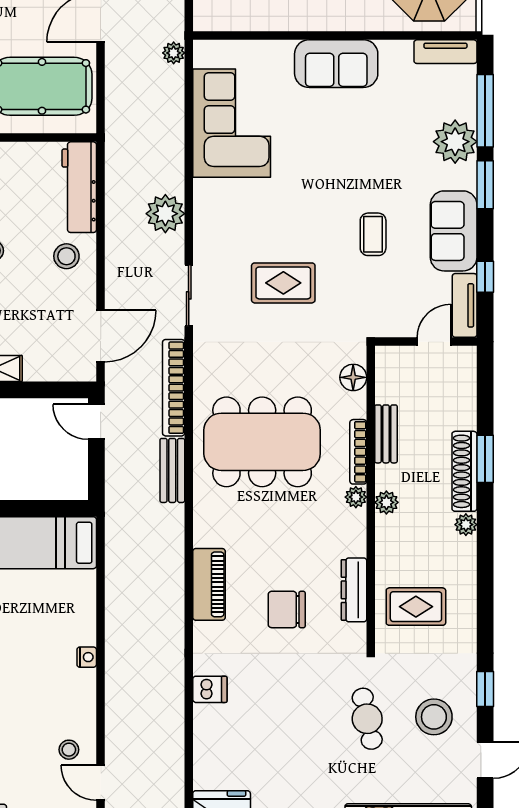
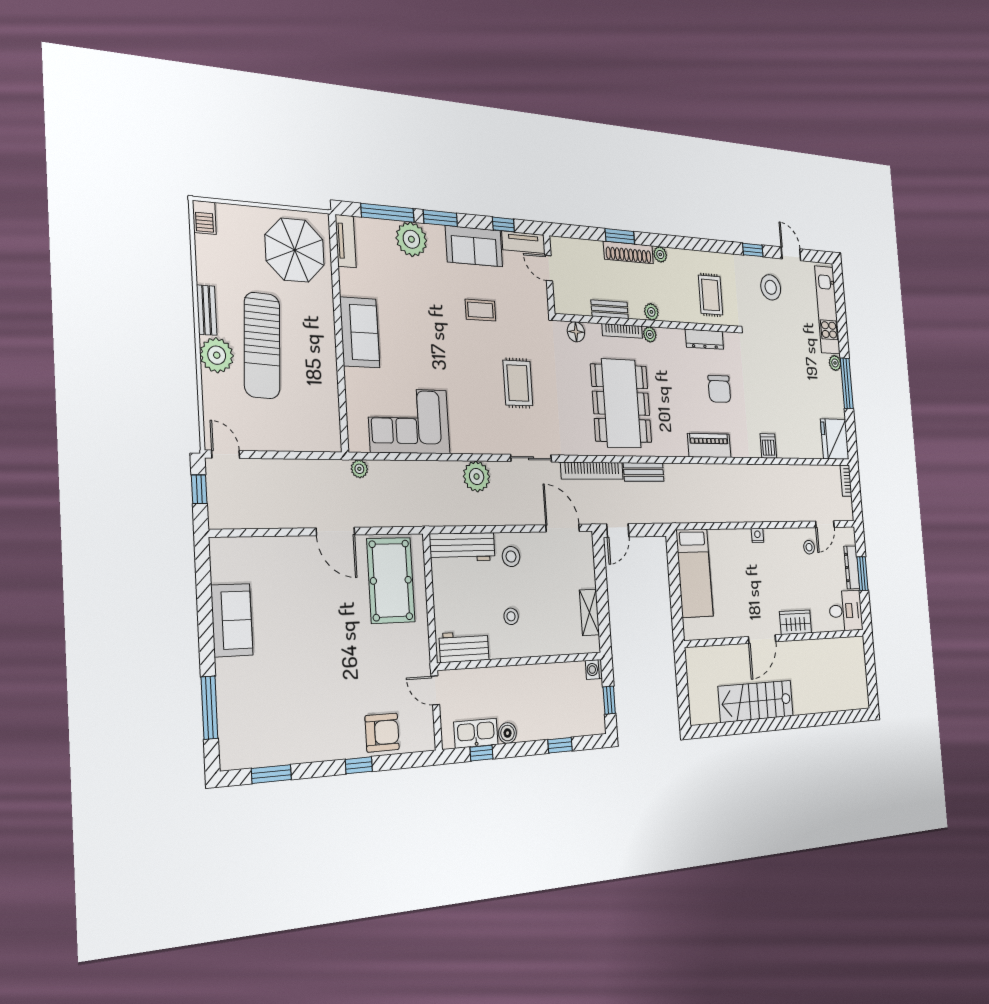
cafe table: (367, 719) -> (775, 334), removed

